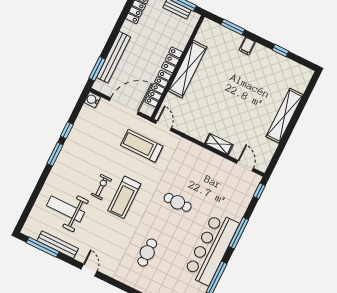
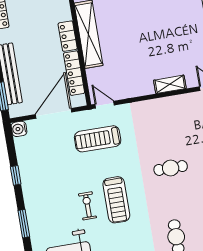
window: (55, 154) -> (24, 224), moved

